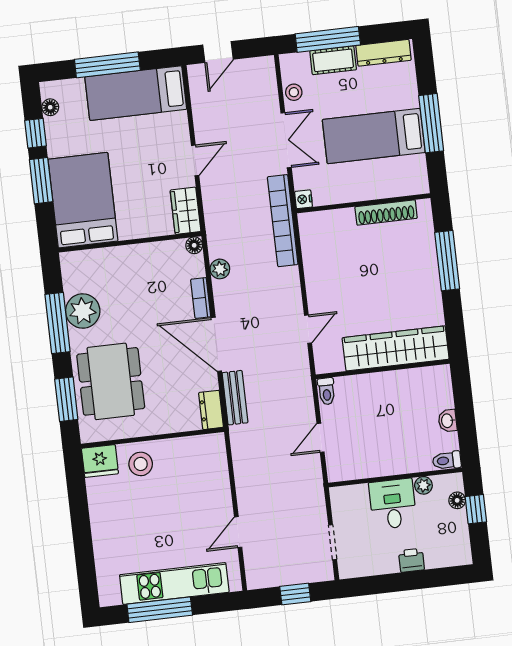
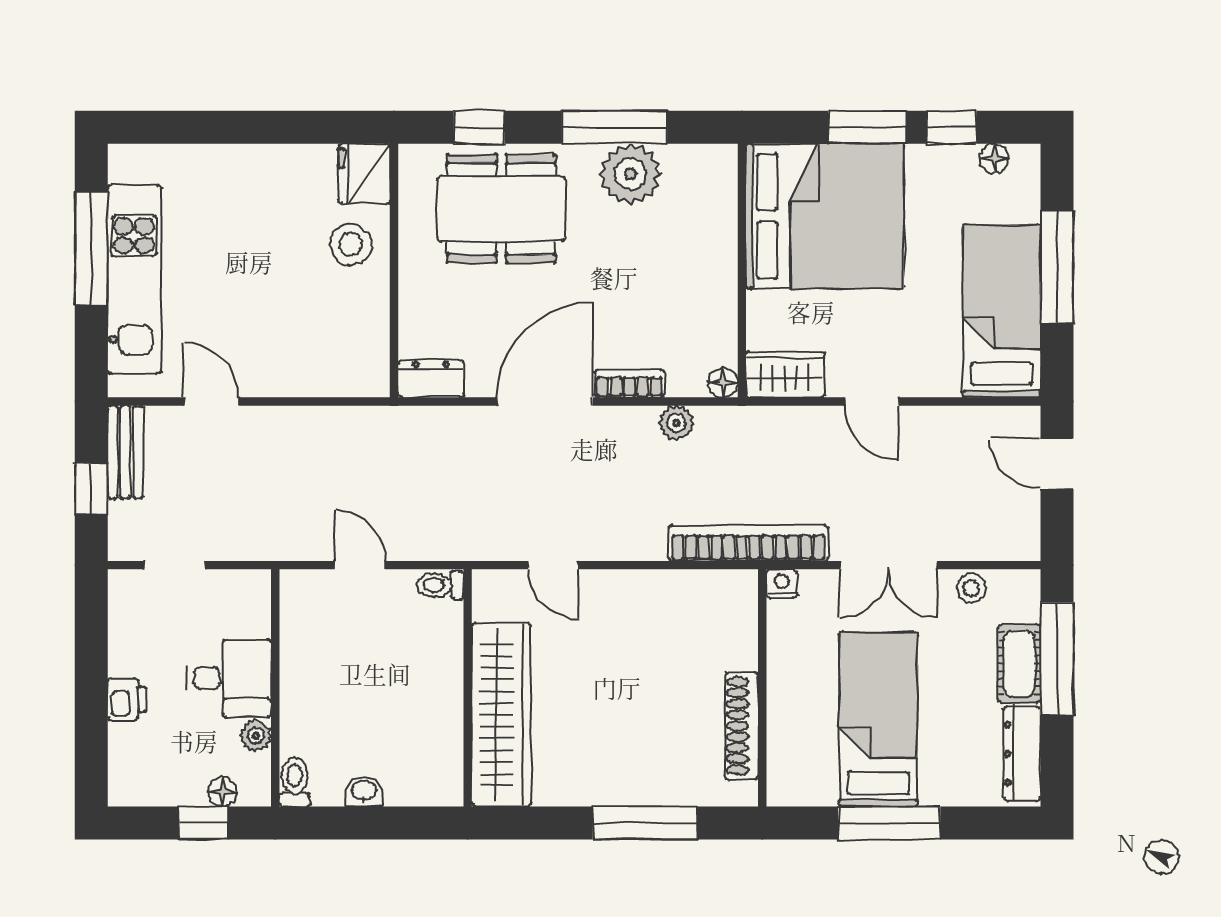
bed: (83, 200) -> (825, 216), width x1.36
bench: (235, 398) -> (125, 452), moved, turned 90
window: (66, 399) -> (479, 127), width x0.67

